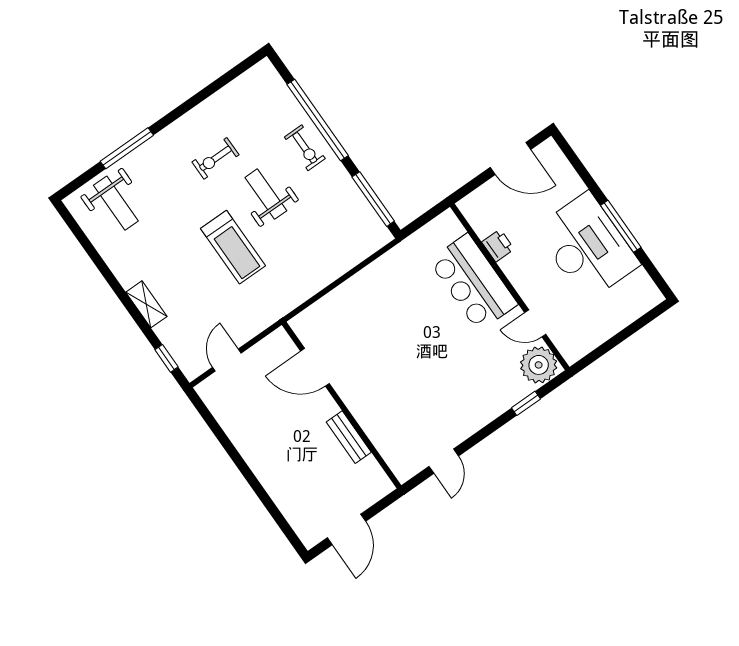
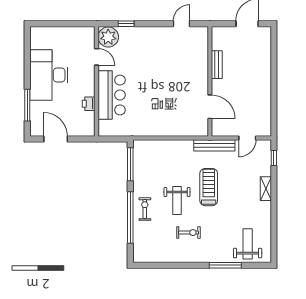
window: (621, 226) -> (27, 105), moved
bench: (268, 315) -> (214, 145), added

